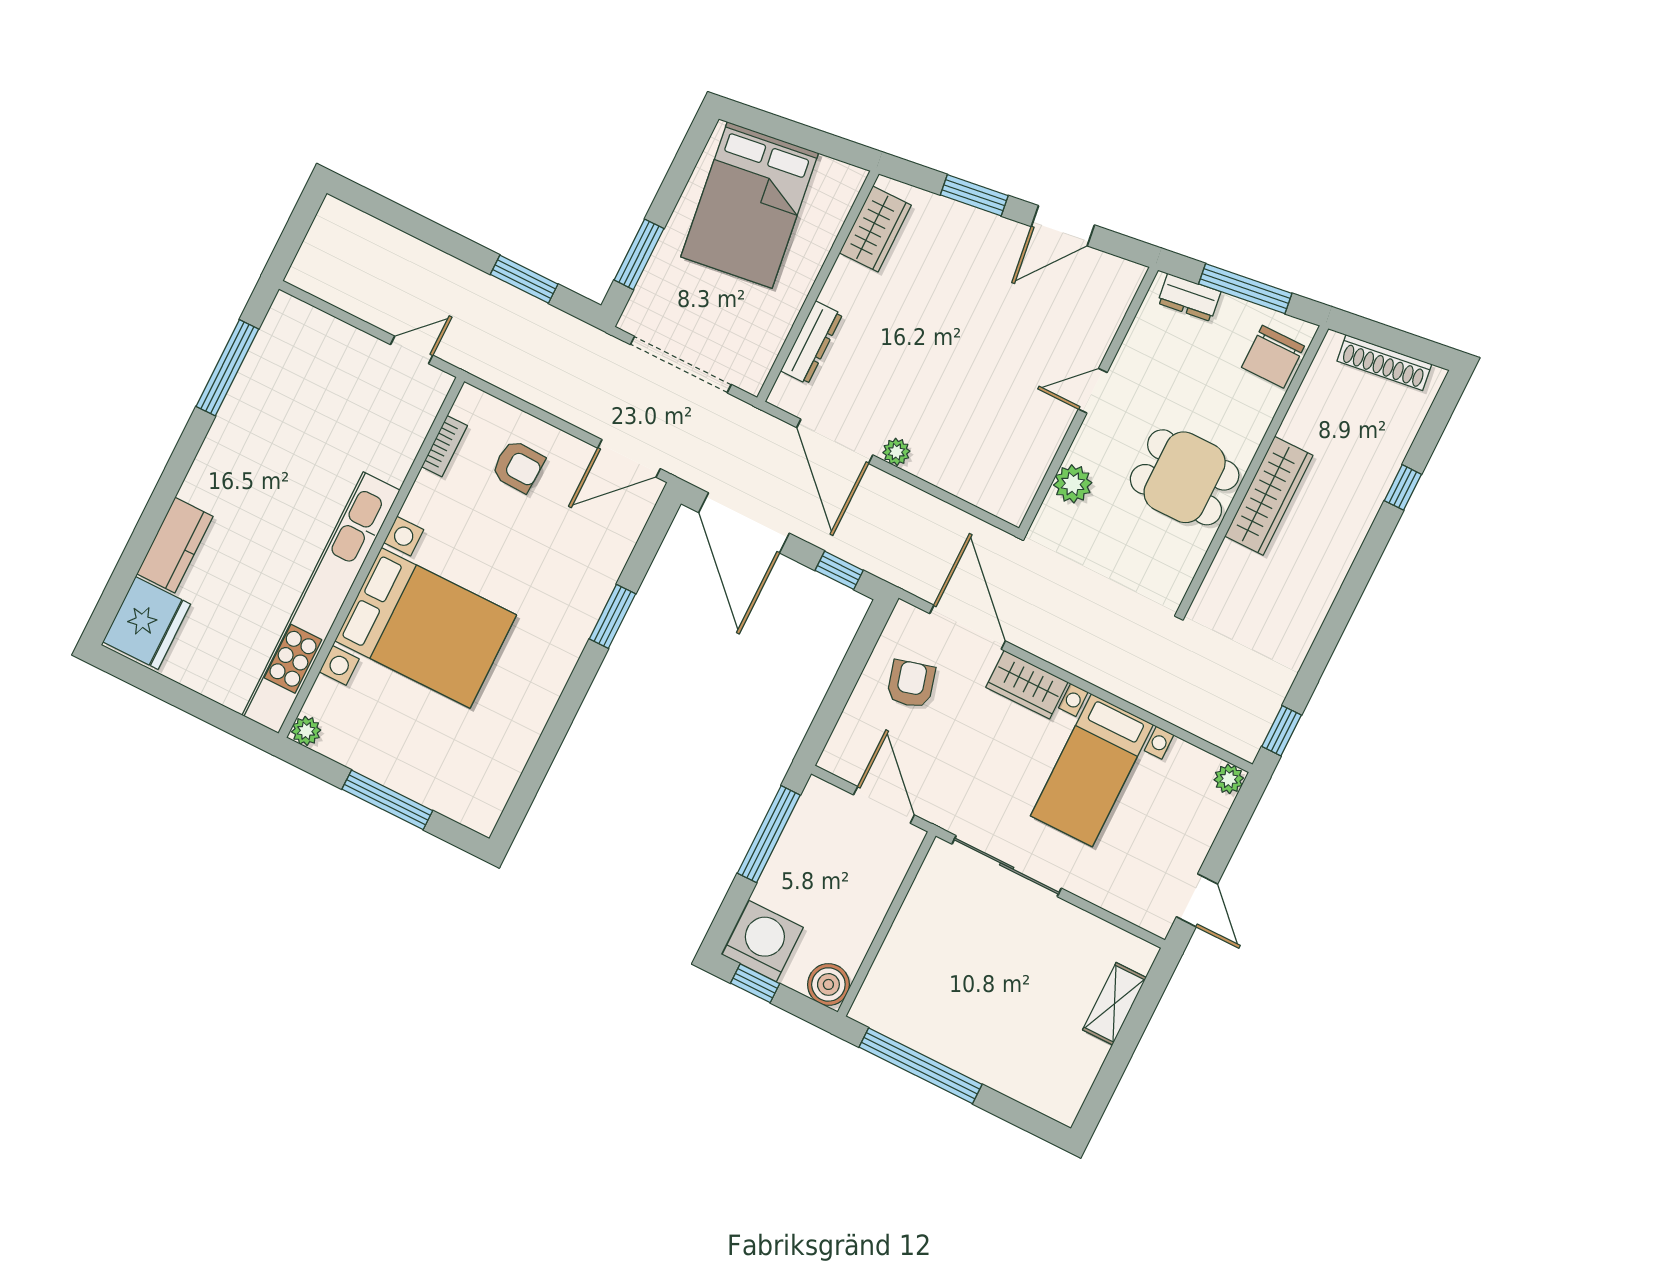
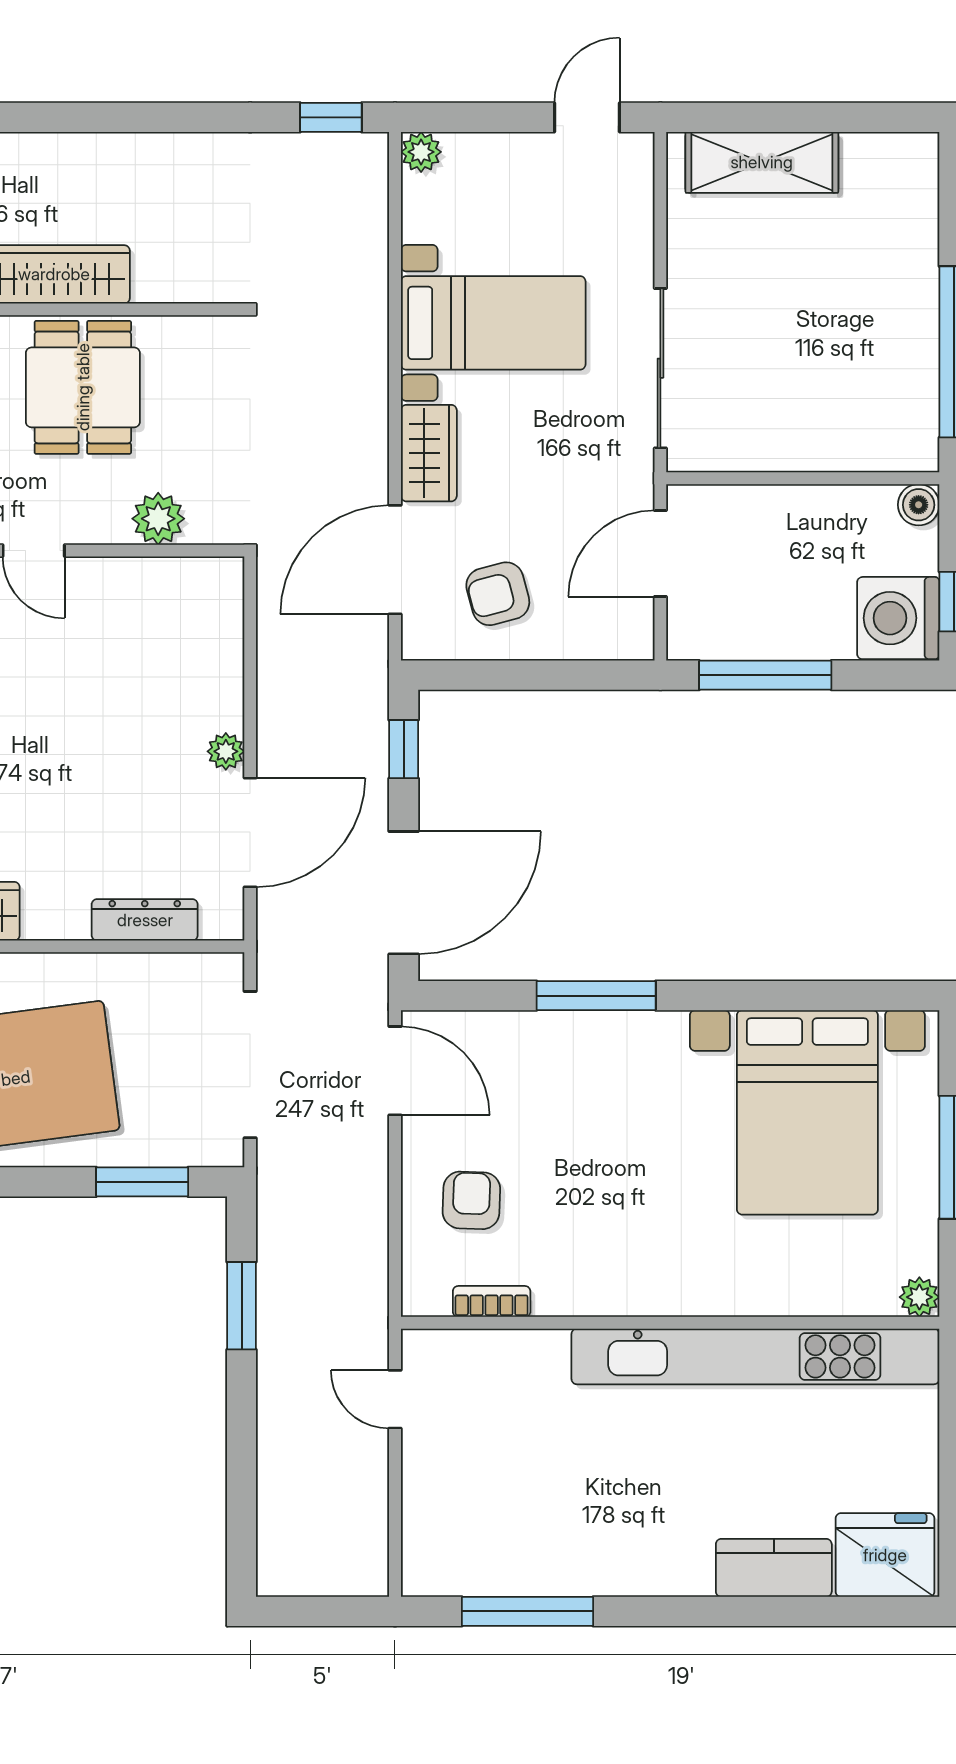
window: (612, 616) -> (596, 996), width x1.44
bed with nightstands: (426, 628) -> (807, 1112), moved, turned 180
boiler: (828, 984) -> (919, 505), width x0.73, depth x0.73
shelving: (1114, 1004) -> (762, 162), width x1.50, depth x1.33

